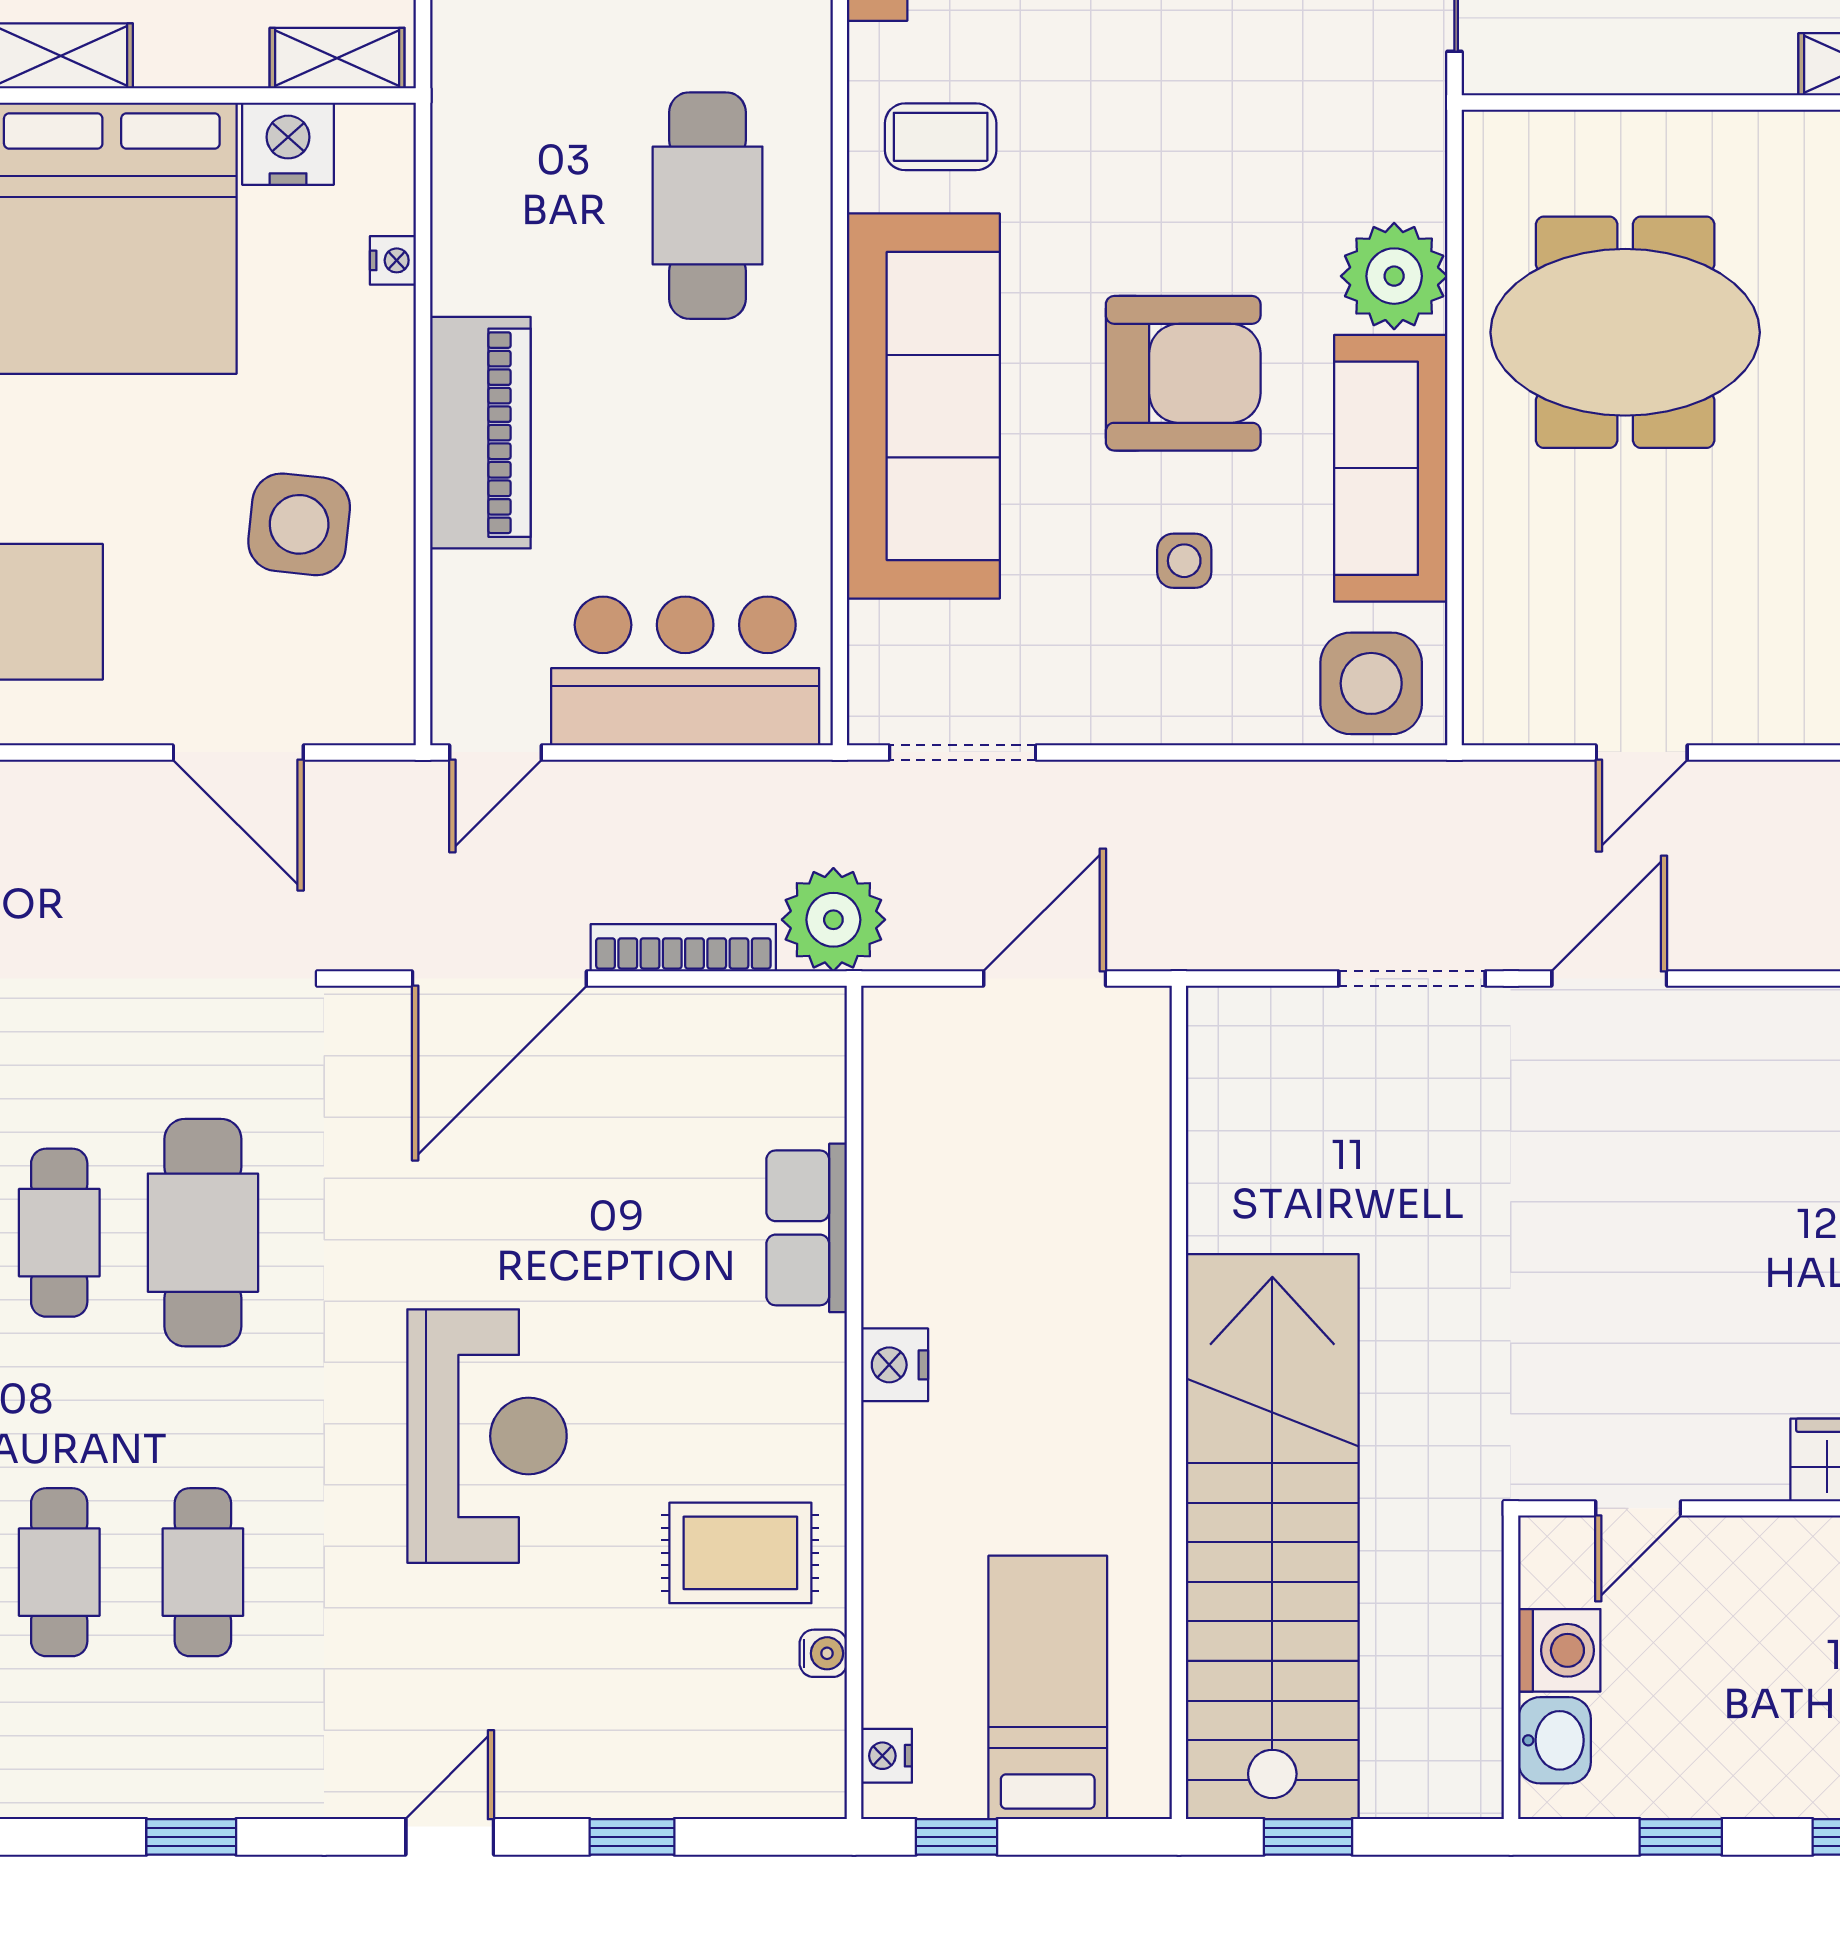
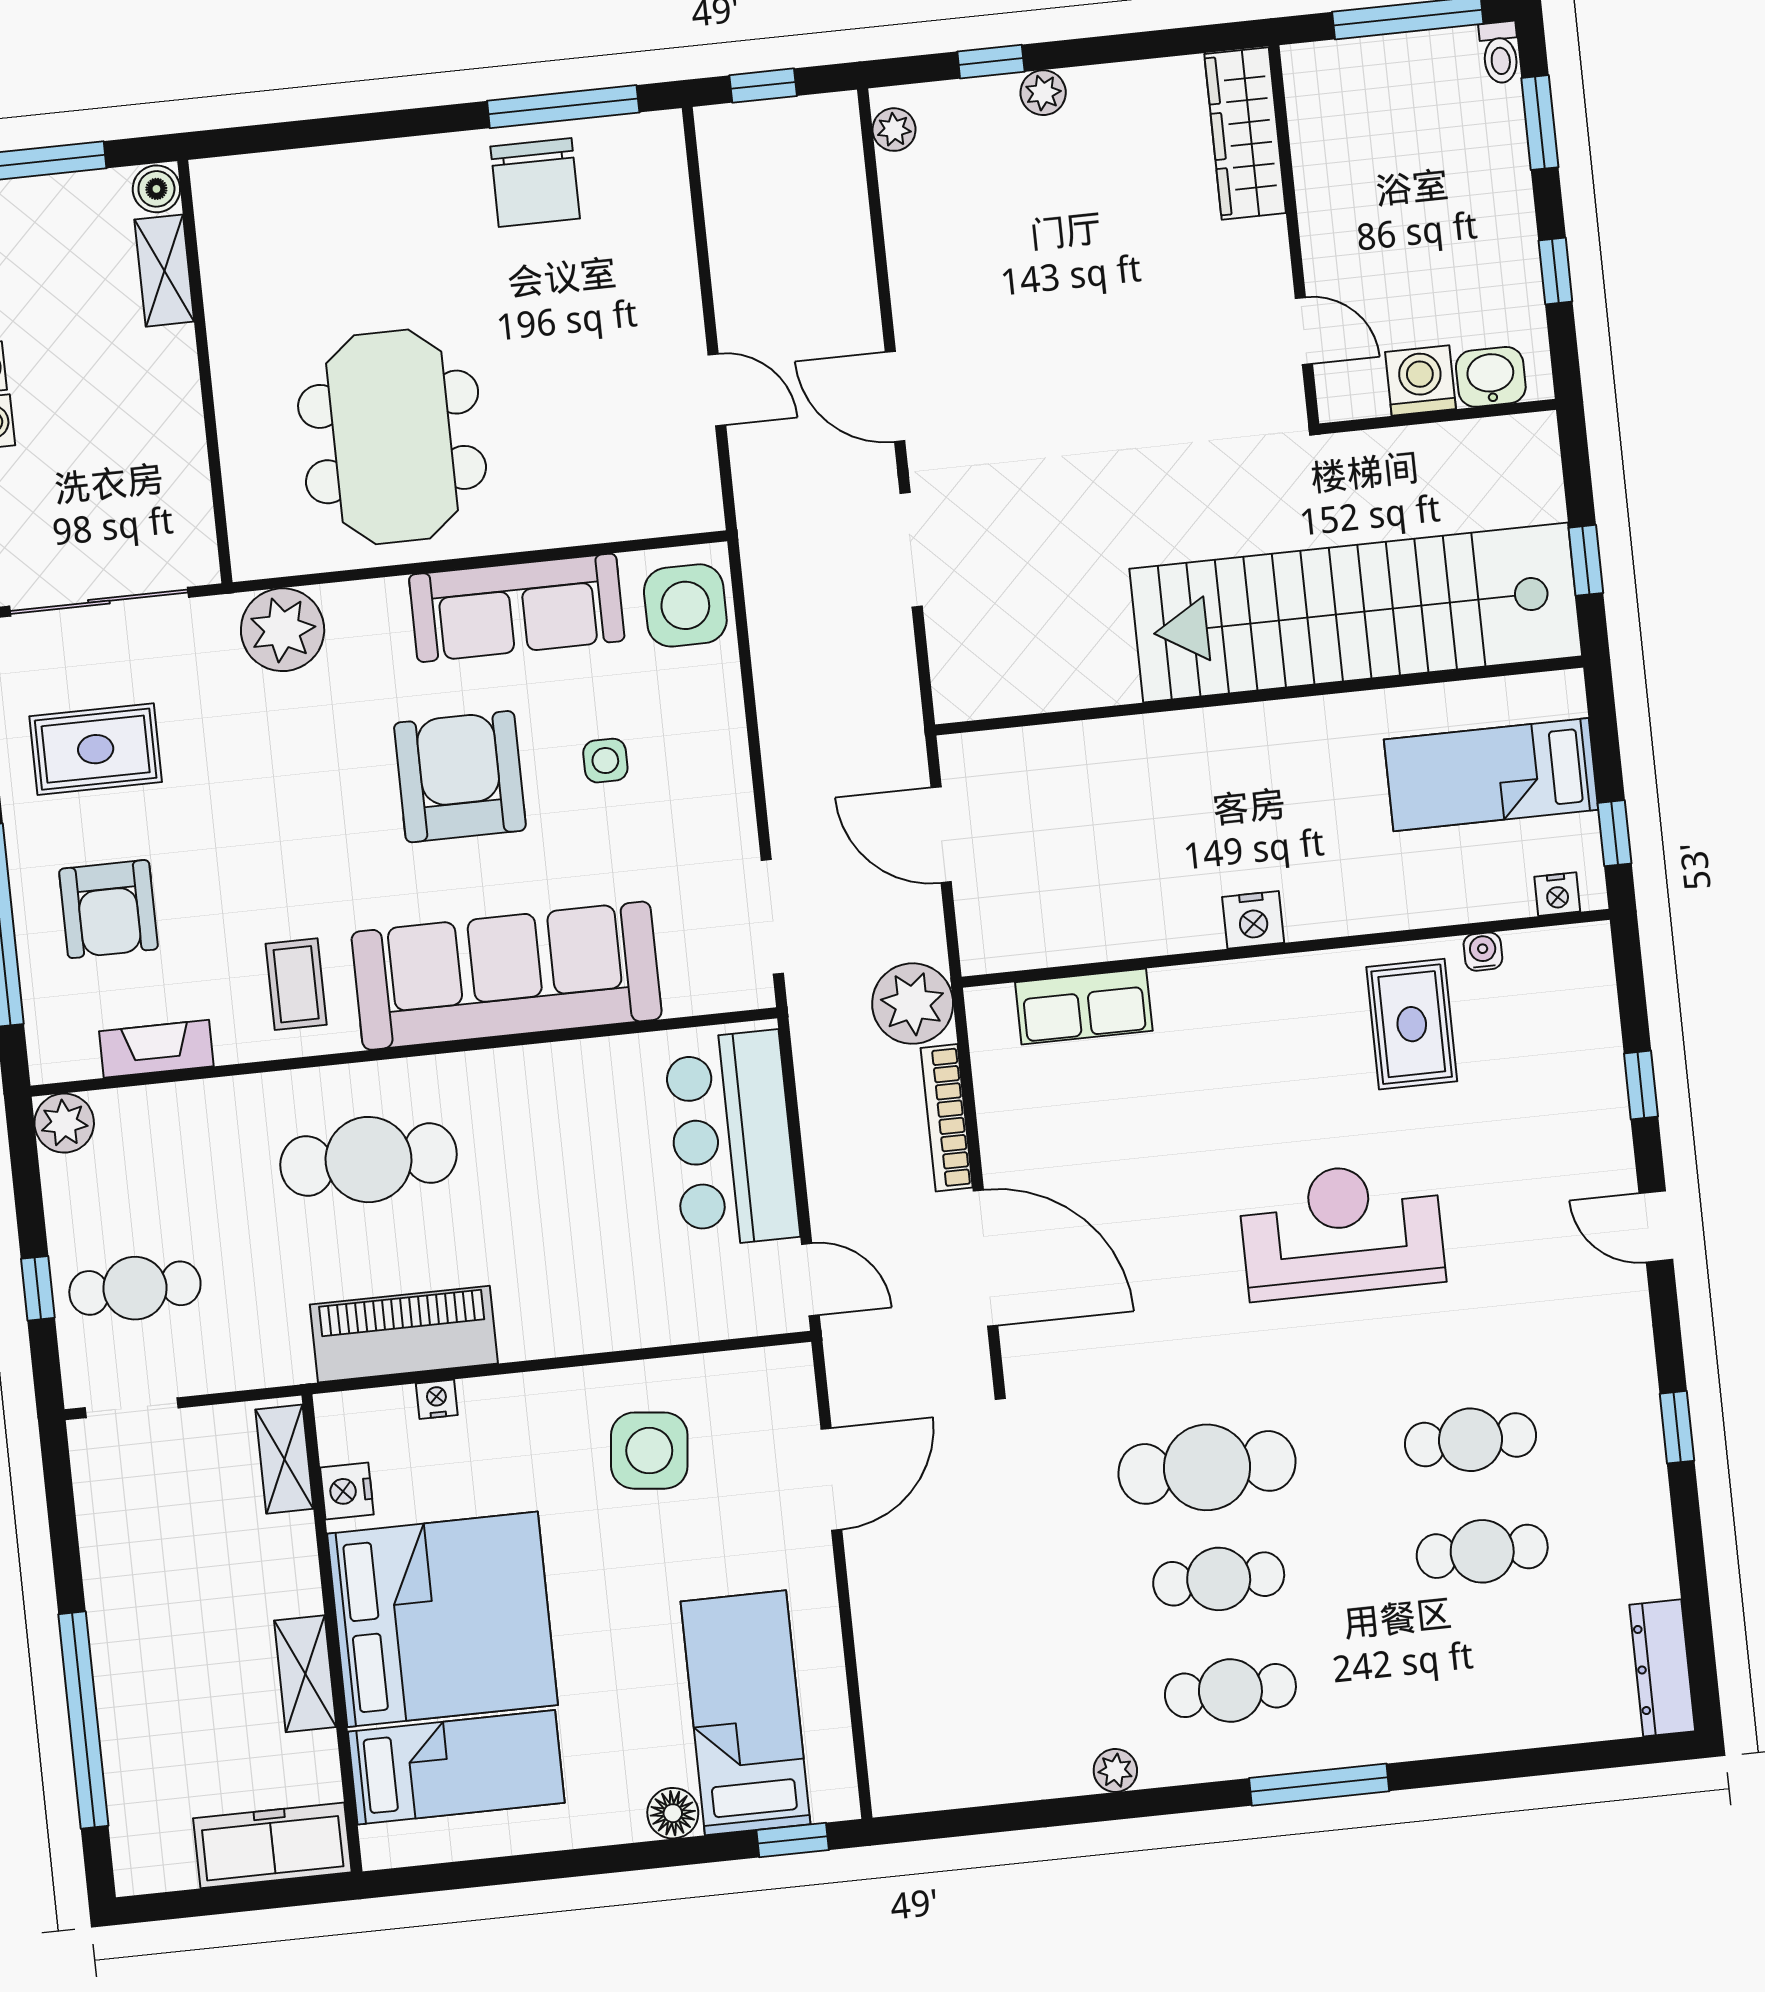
nightstand: (288, 144) -> (347, 1491), width x0.74, depth x0.75
plant: (1394, 276) -> (283, 630), moved
piano: (480, 433) -> (404, 1334), moved
row of seats: (807, 1228) -> (1084, 1007), moved

